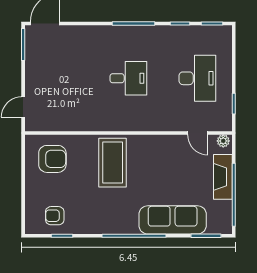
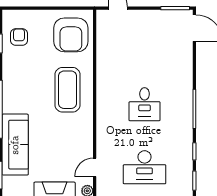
armchair: (52, 159) -> (71, 35), width x1.36, depth x1.36
coffee table: (113, 163) -> (68, 90), turned 90

